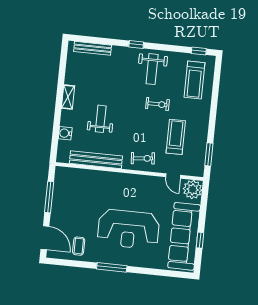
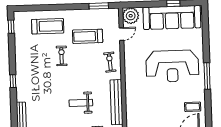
weight bench: (152, 69) -> (32, 65), removed
treadmill: (195, 80) -> (48, 26), moved
reception desk: (128, 229) -> (172, 66), turned 90

